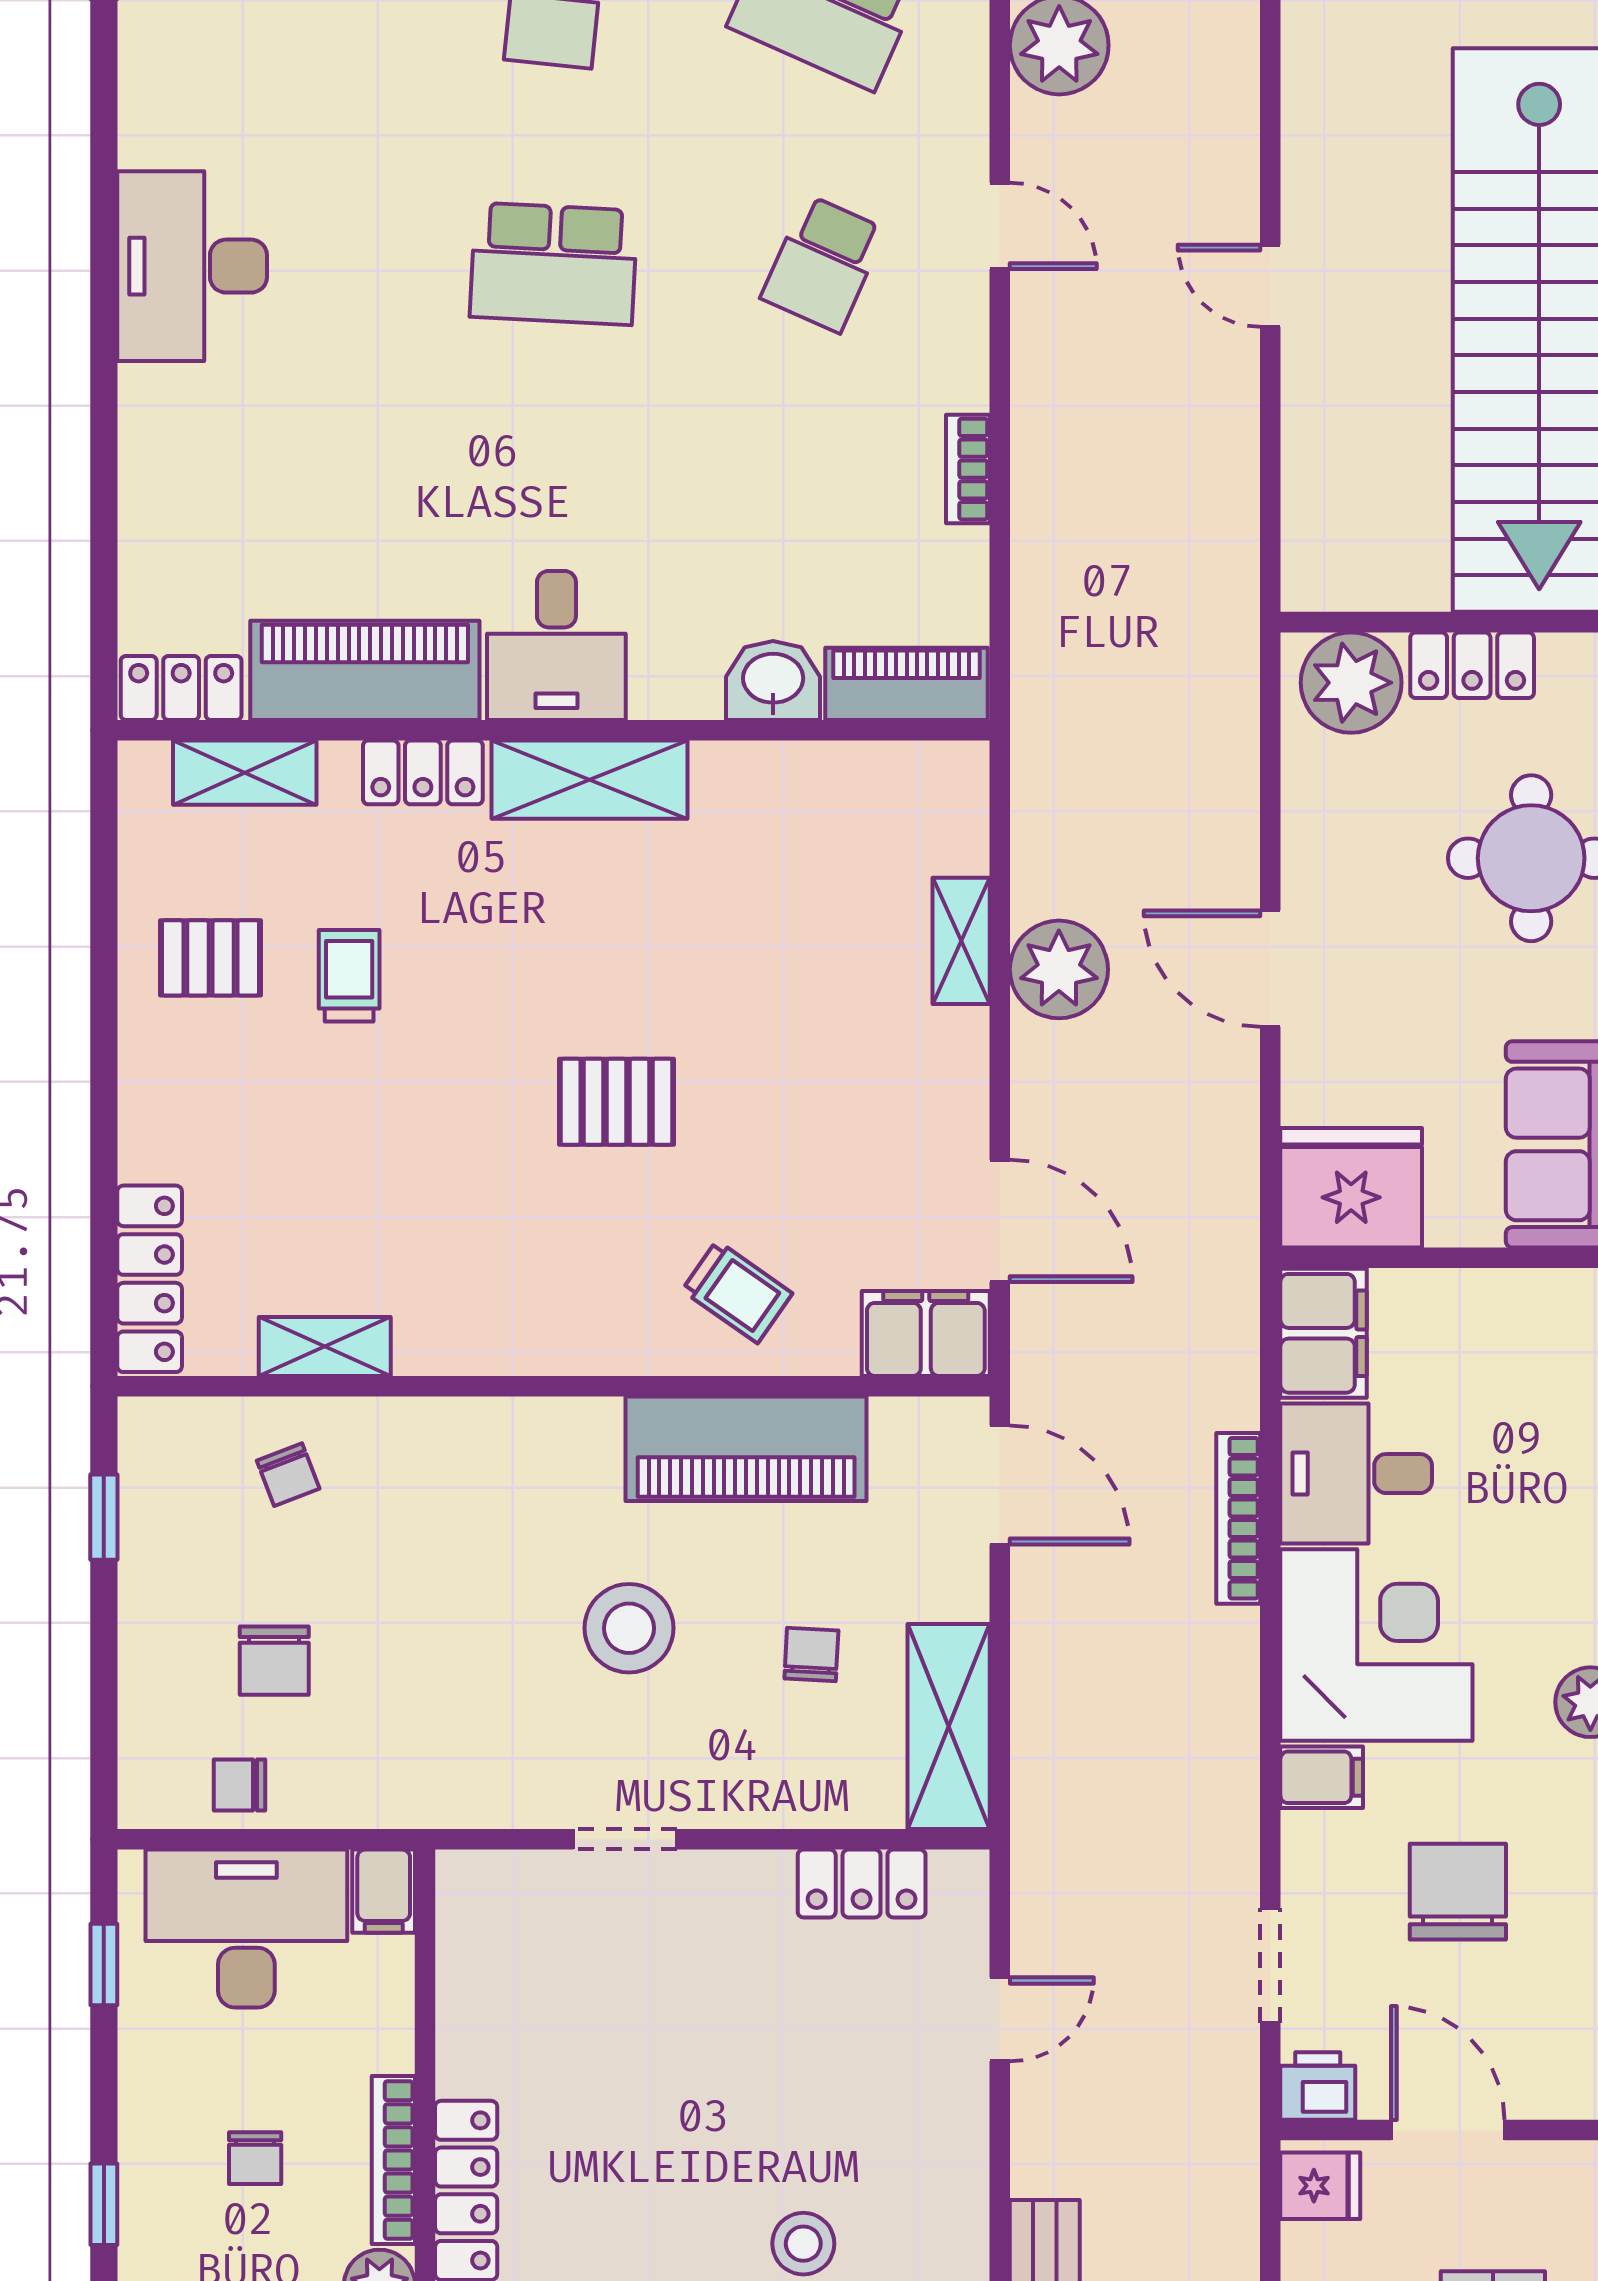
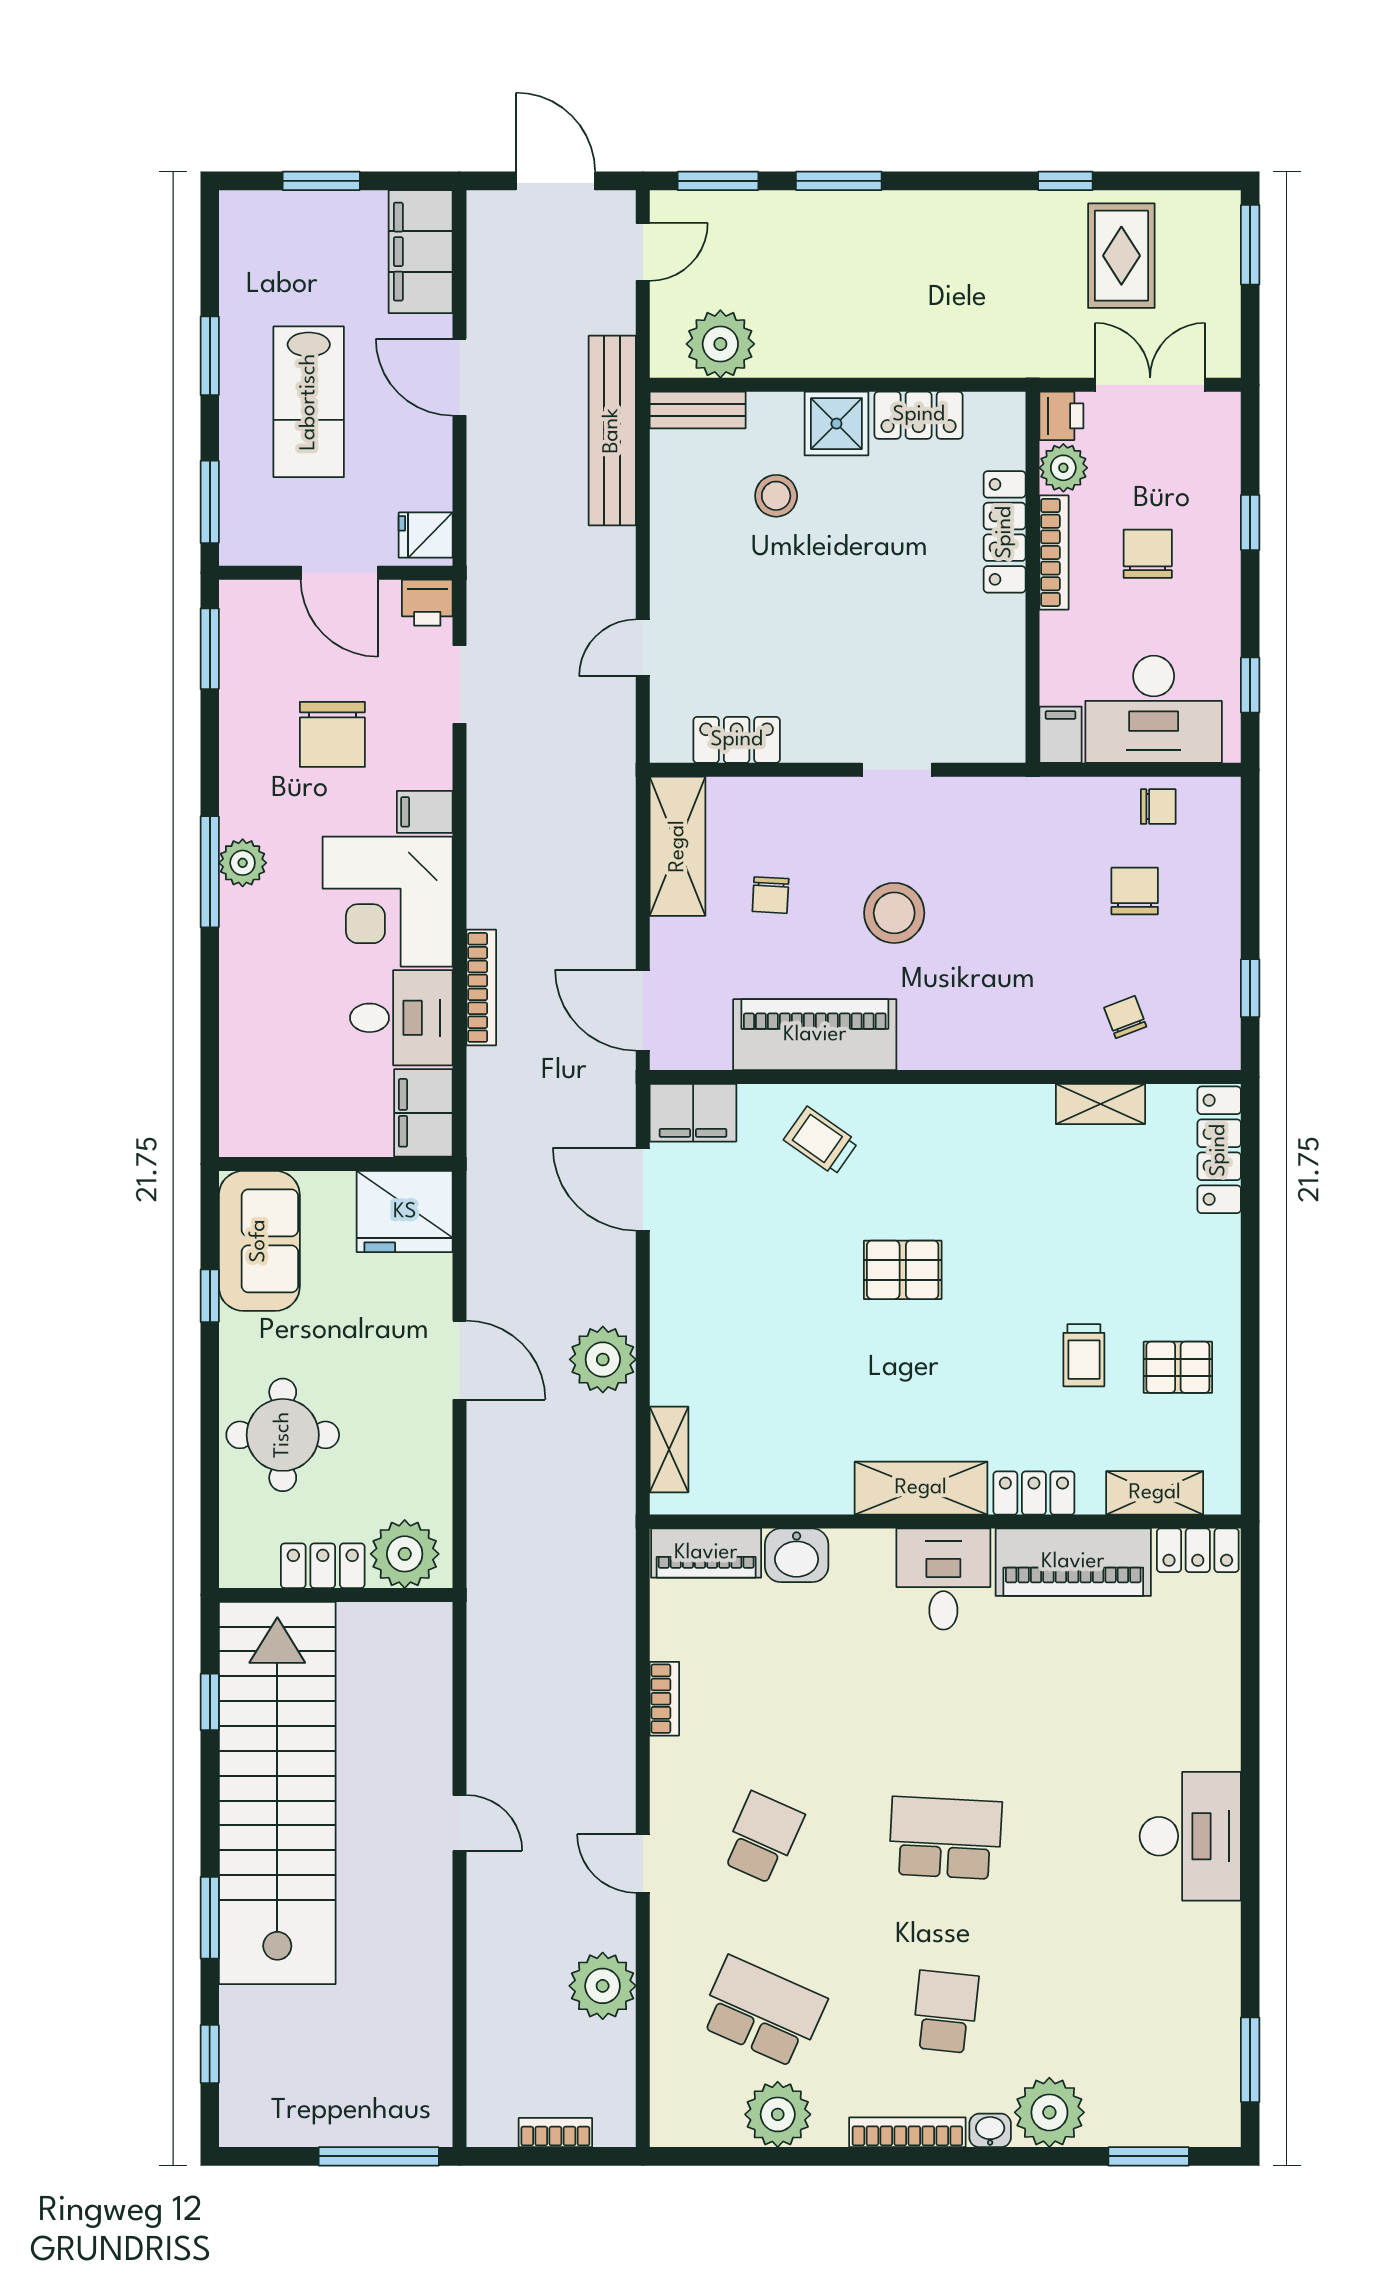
shelving: (961, 941) -> (669, 1449), moved
chair: (255, 2158) -> (1148, 554), width x1.37, depth x1.37

